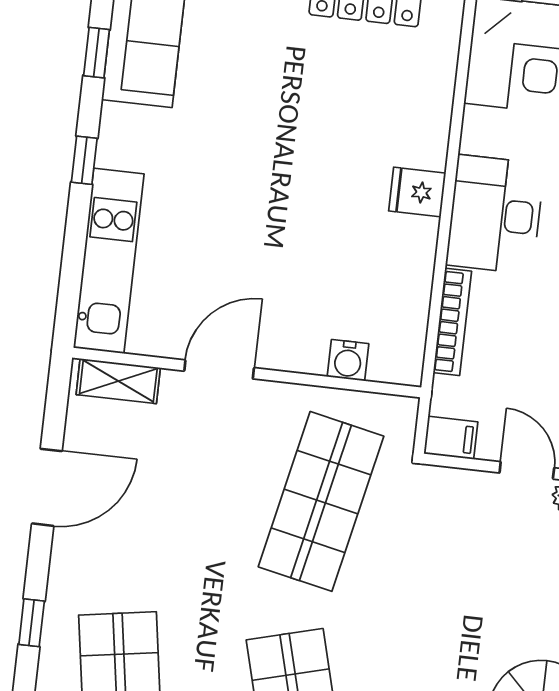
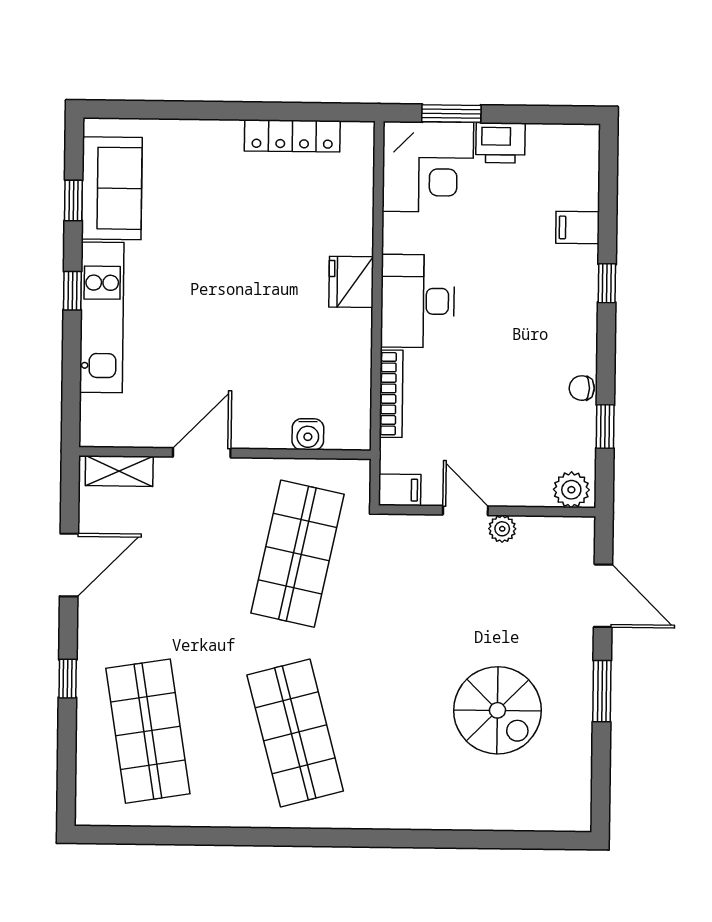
fridge: (417, 192) -> (351, 282), width x1.38
kitchen unit: (109, 261) -> (102, 317), moved

